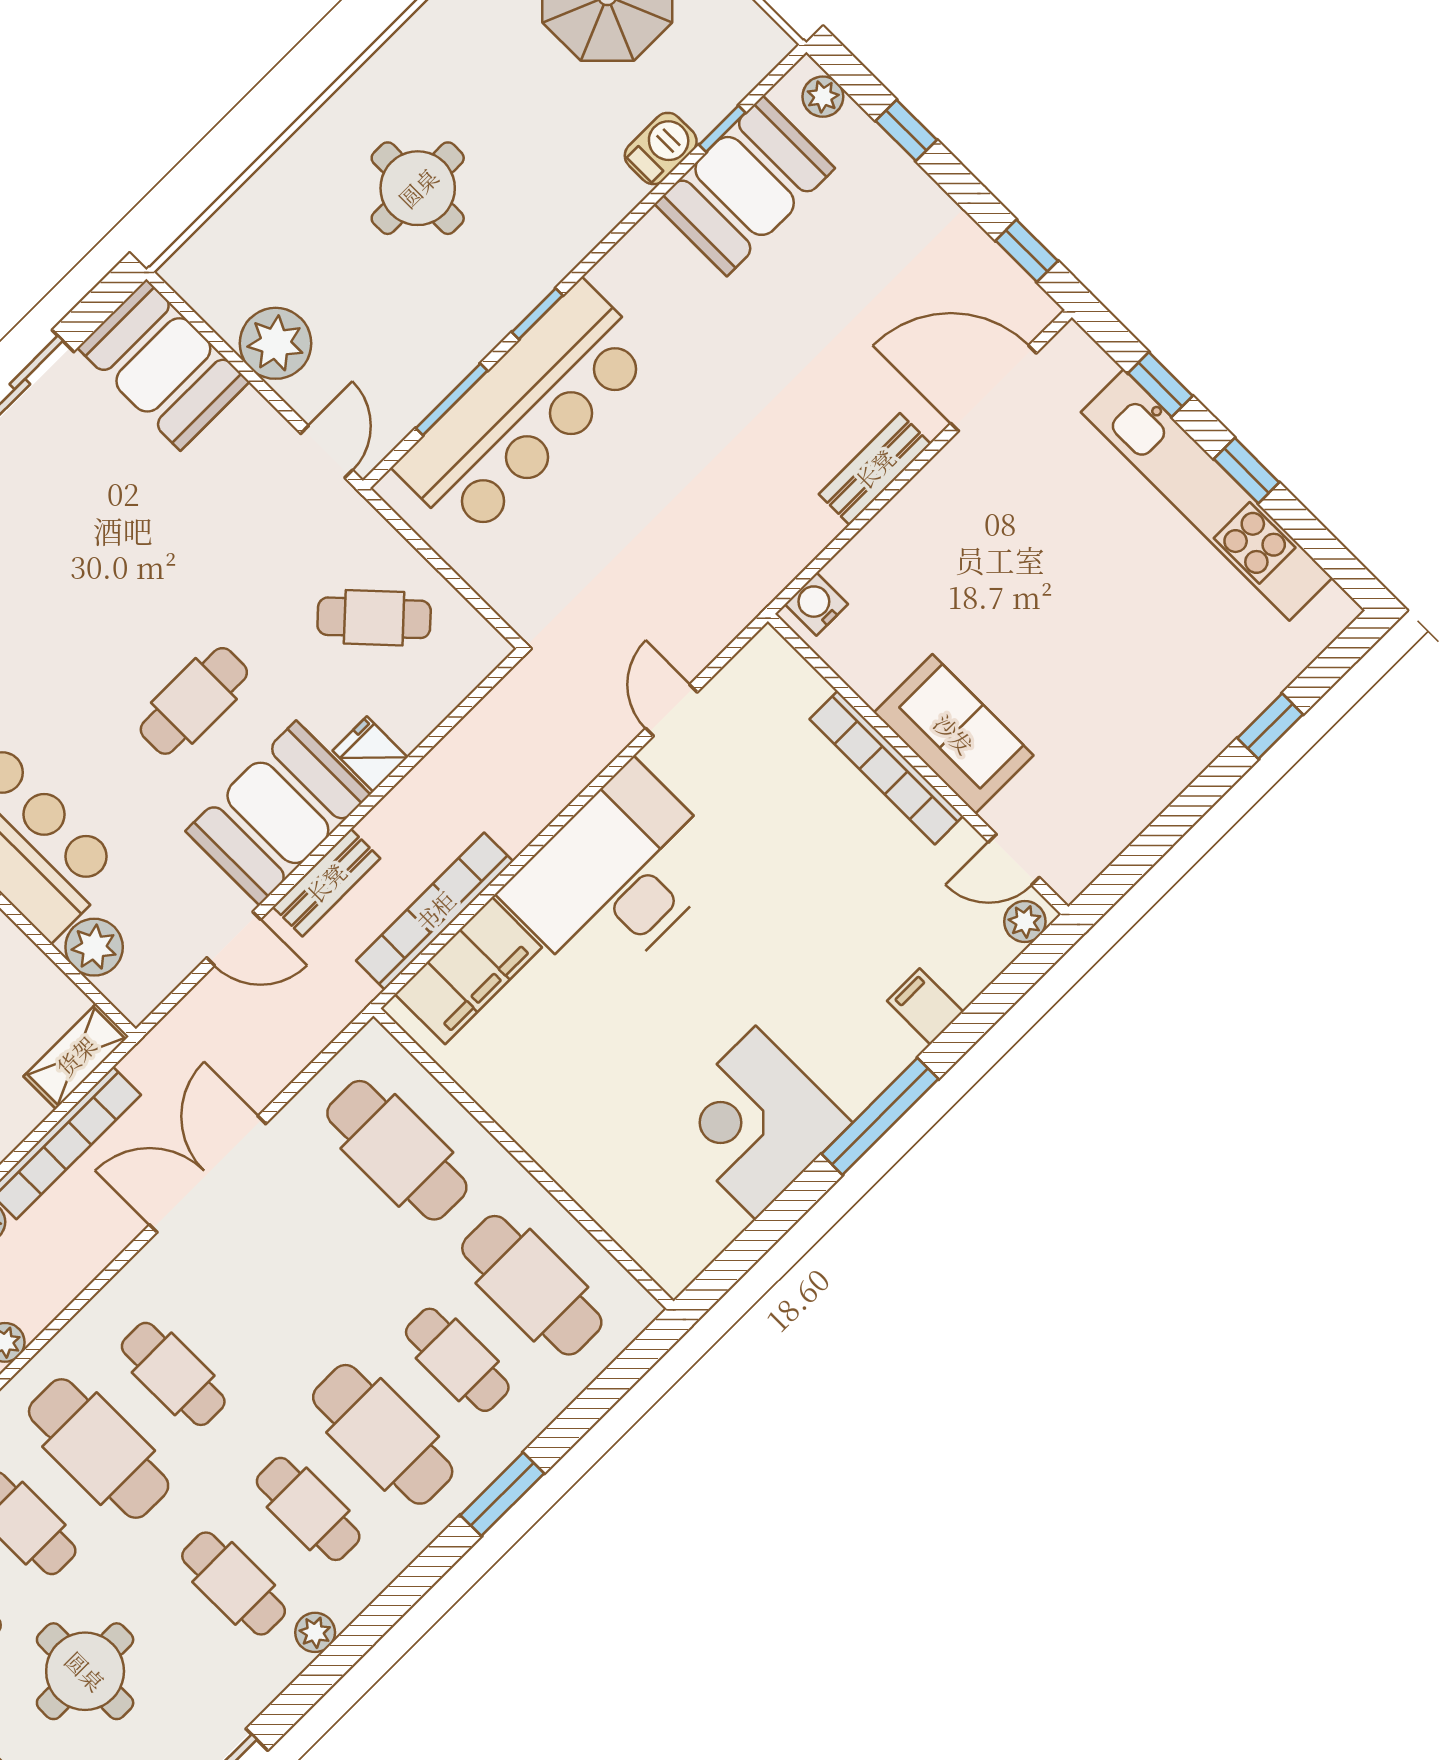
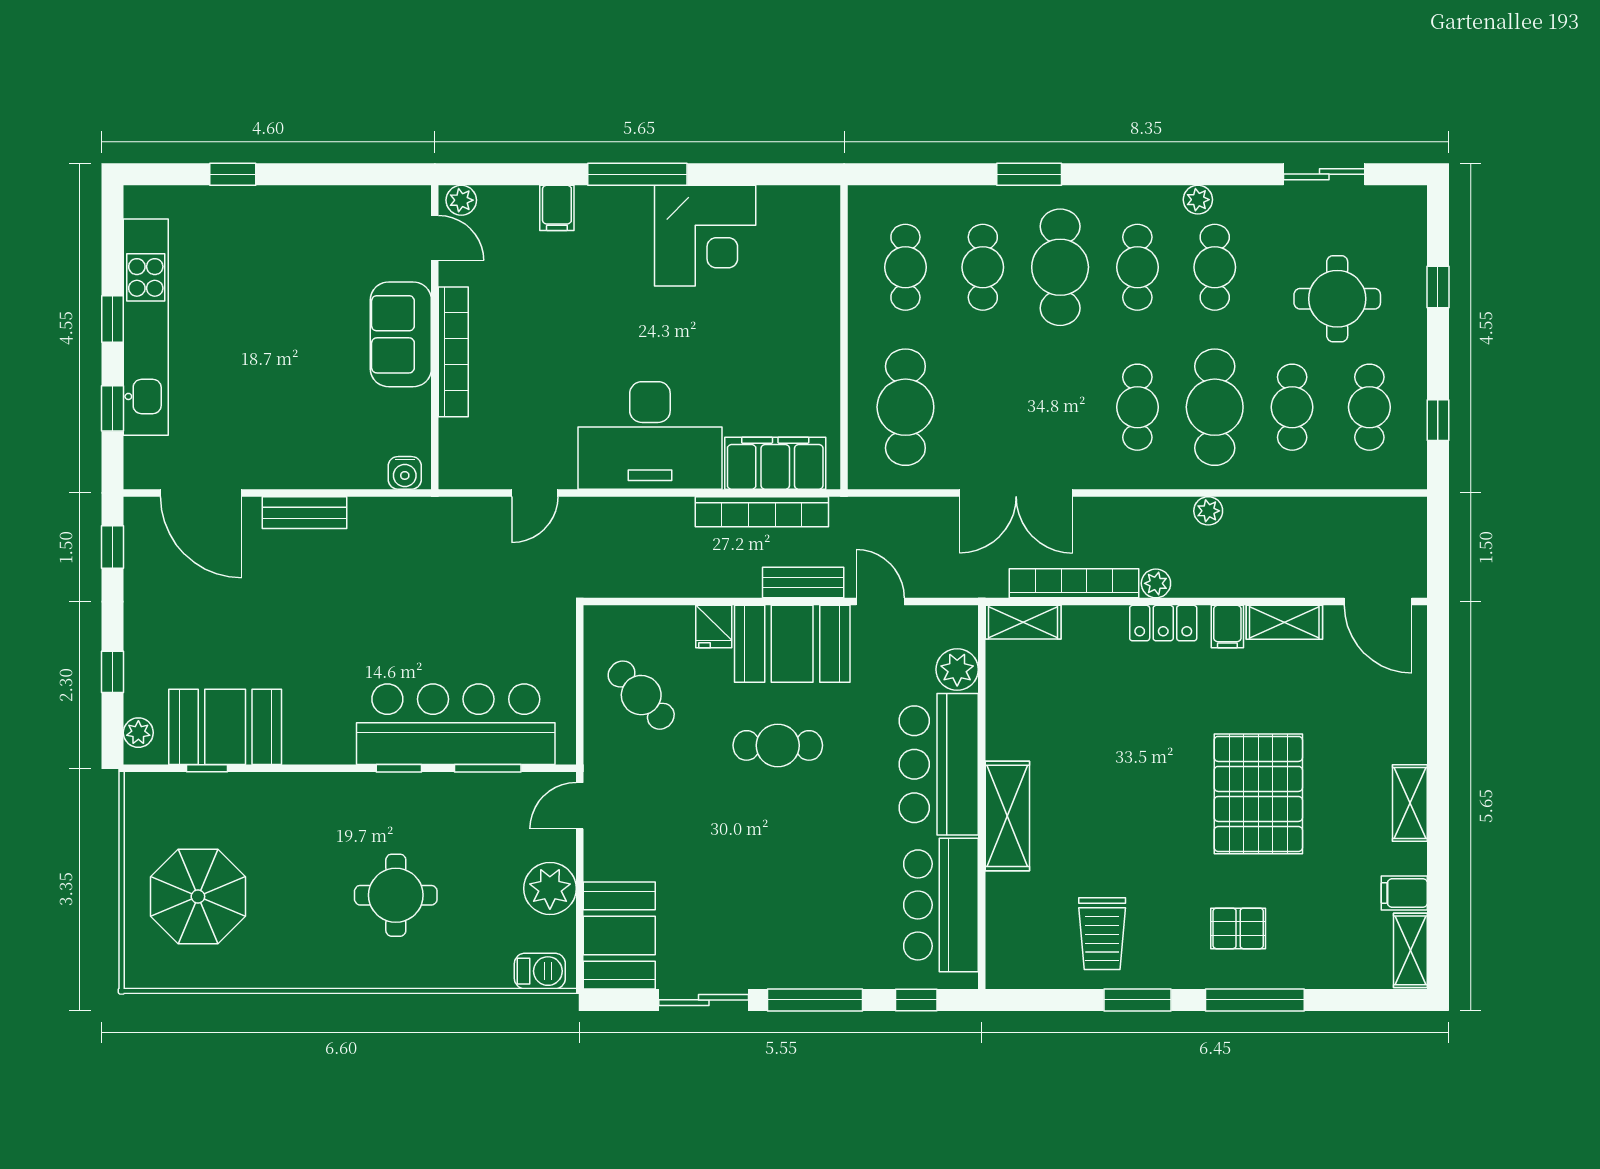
barbecue: (661, 148) -> (540, 971), moved, turned 180
cafe table: (532, 1285) -> (905, 267), width x0.73, depth x0.74

